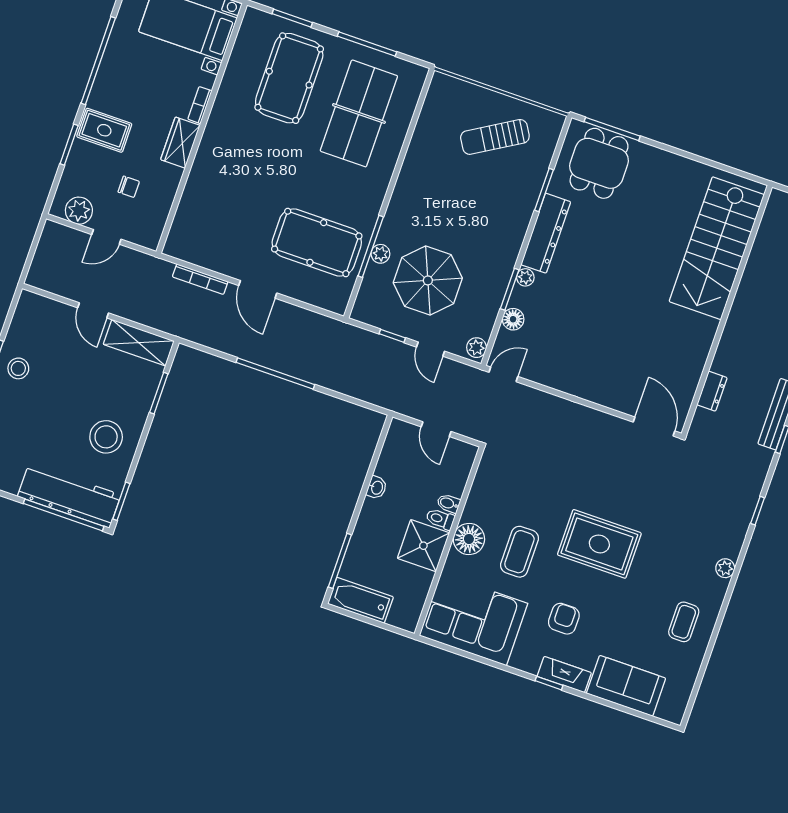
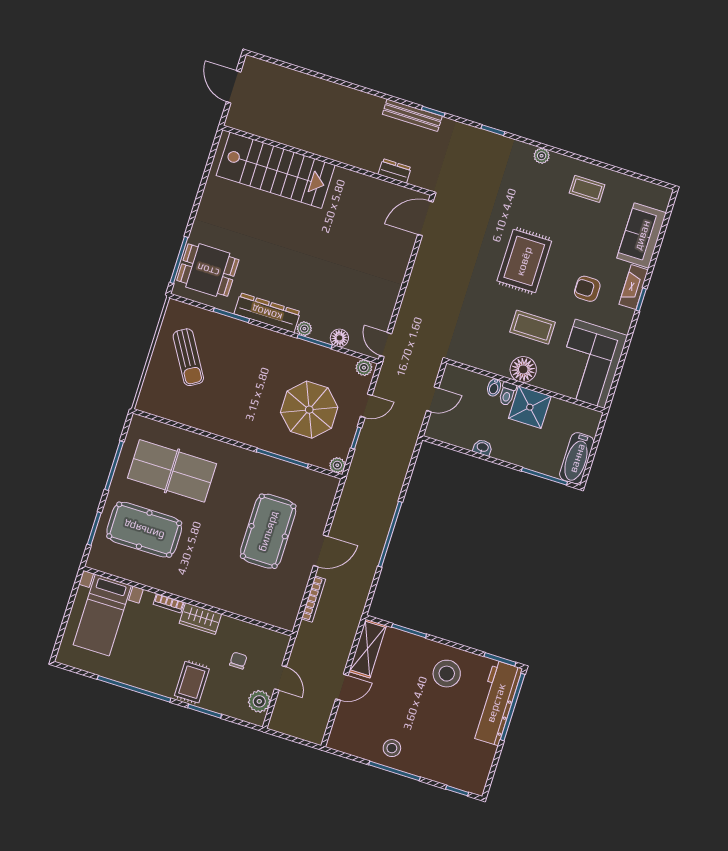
pool table: (317, 242) -> (268, 531), moved
plant: (380, 254) -> (337, 465), moved

